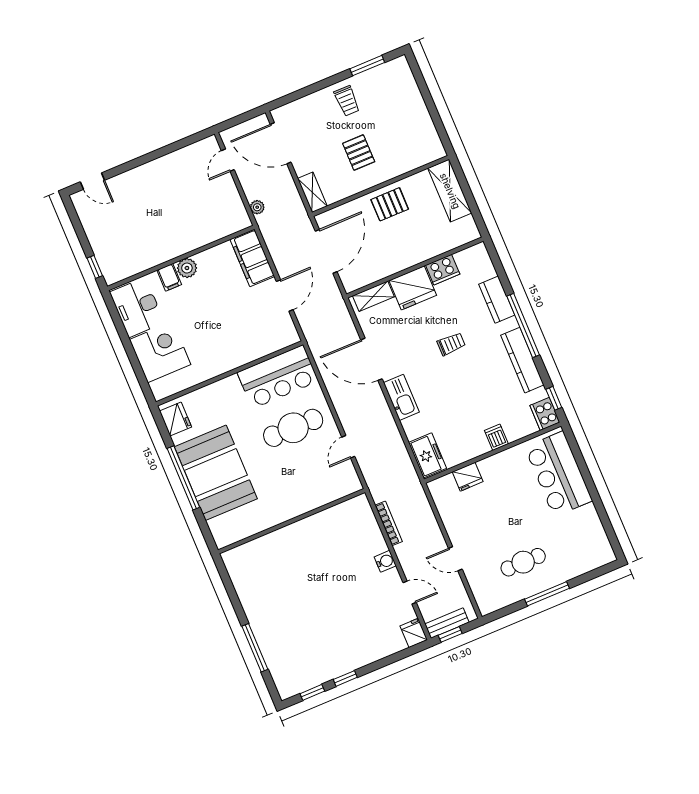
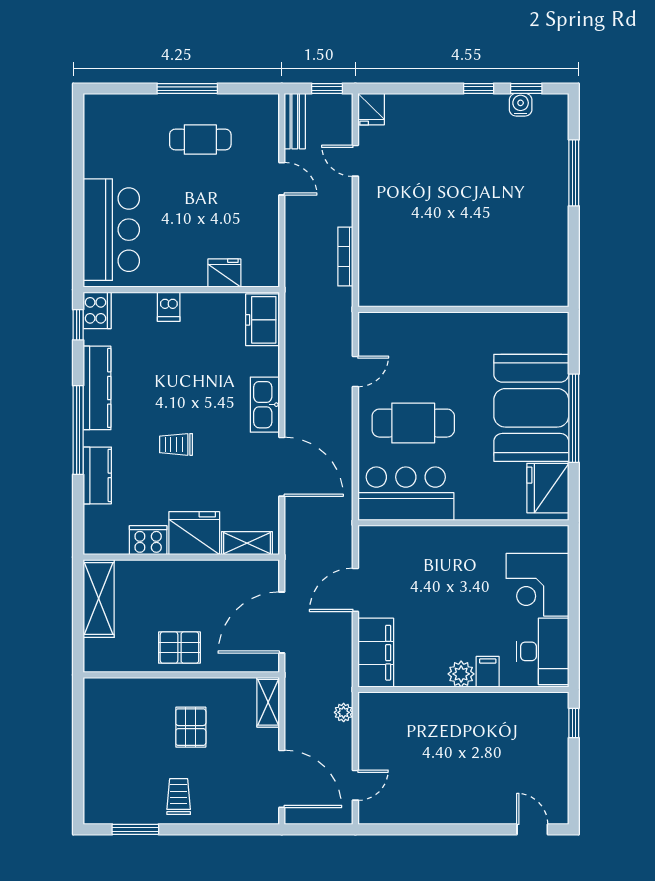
shelving: (450, 191) -> (99, 598), moved
fridge: (175, 419) -> (548, 488), width x1.36, depth x1.34
water cooler: (385, 561) -> (521, 105), moved, turned 90
bench: (447, 623) -> (295, 121), moved, turned 90

